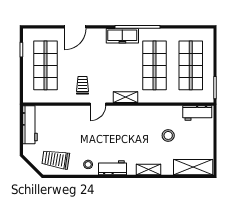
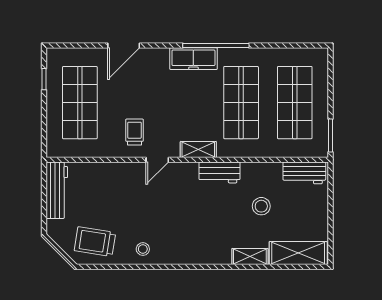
workbench: (113, 168) -> (220, 172), moved, turned 180
shelving: (149, 169) -> (250, 256), moved

